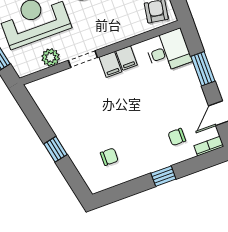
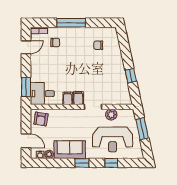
window: (203, 69) -> (26, 87), moved
window: (55, 149) -> (131, 76), moved
window: (163, 176) -> (71, 23), width x2.17

